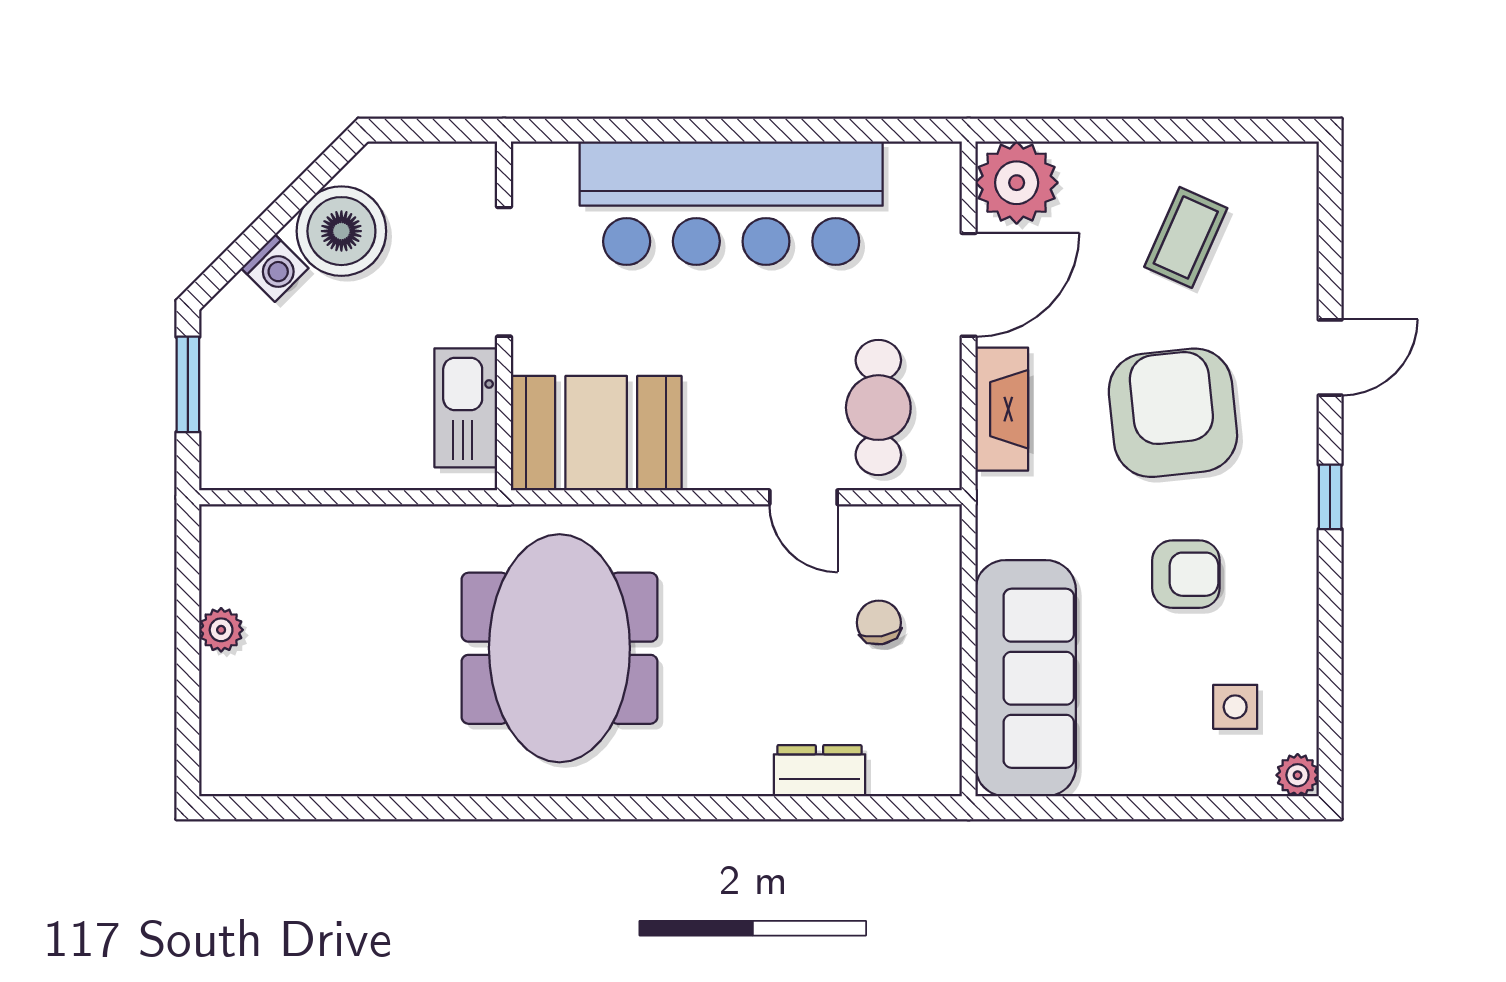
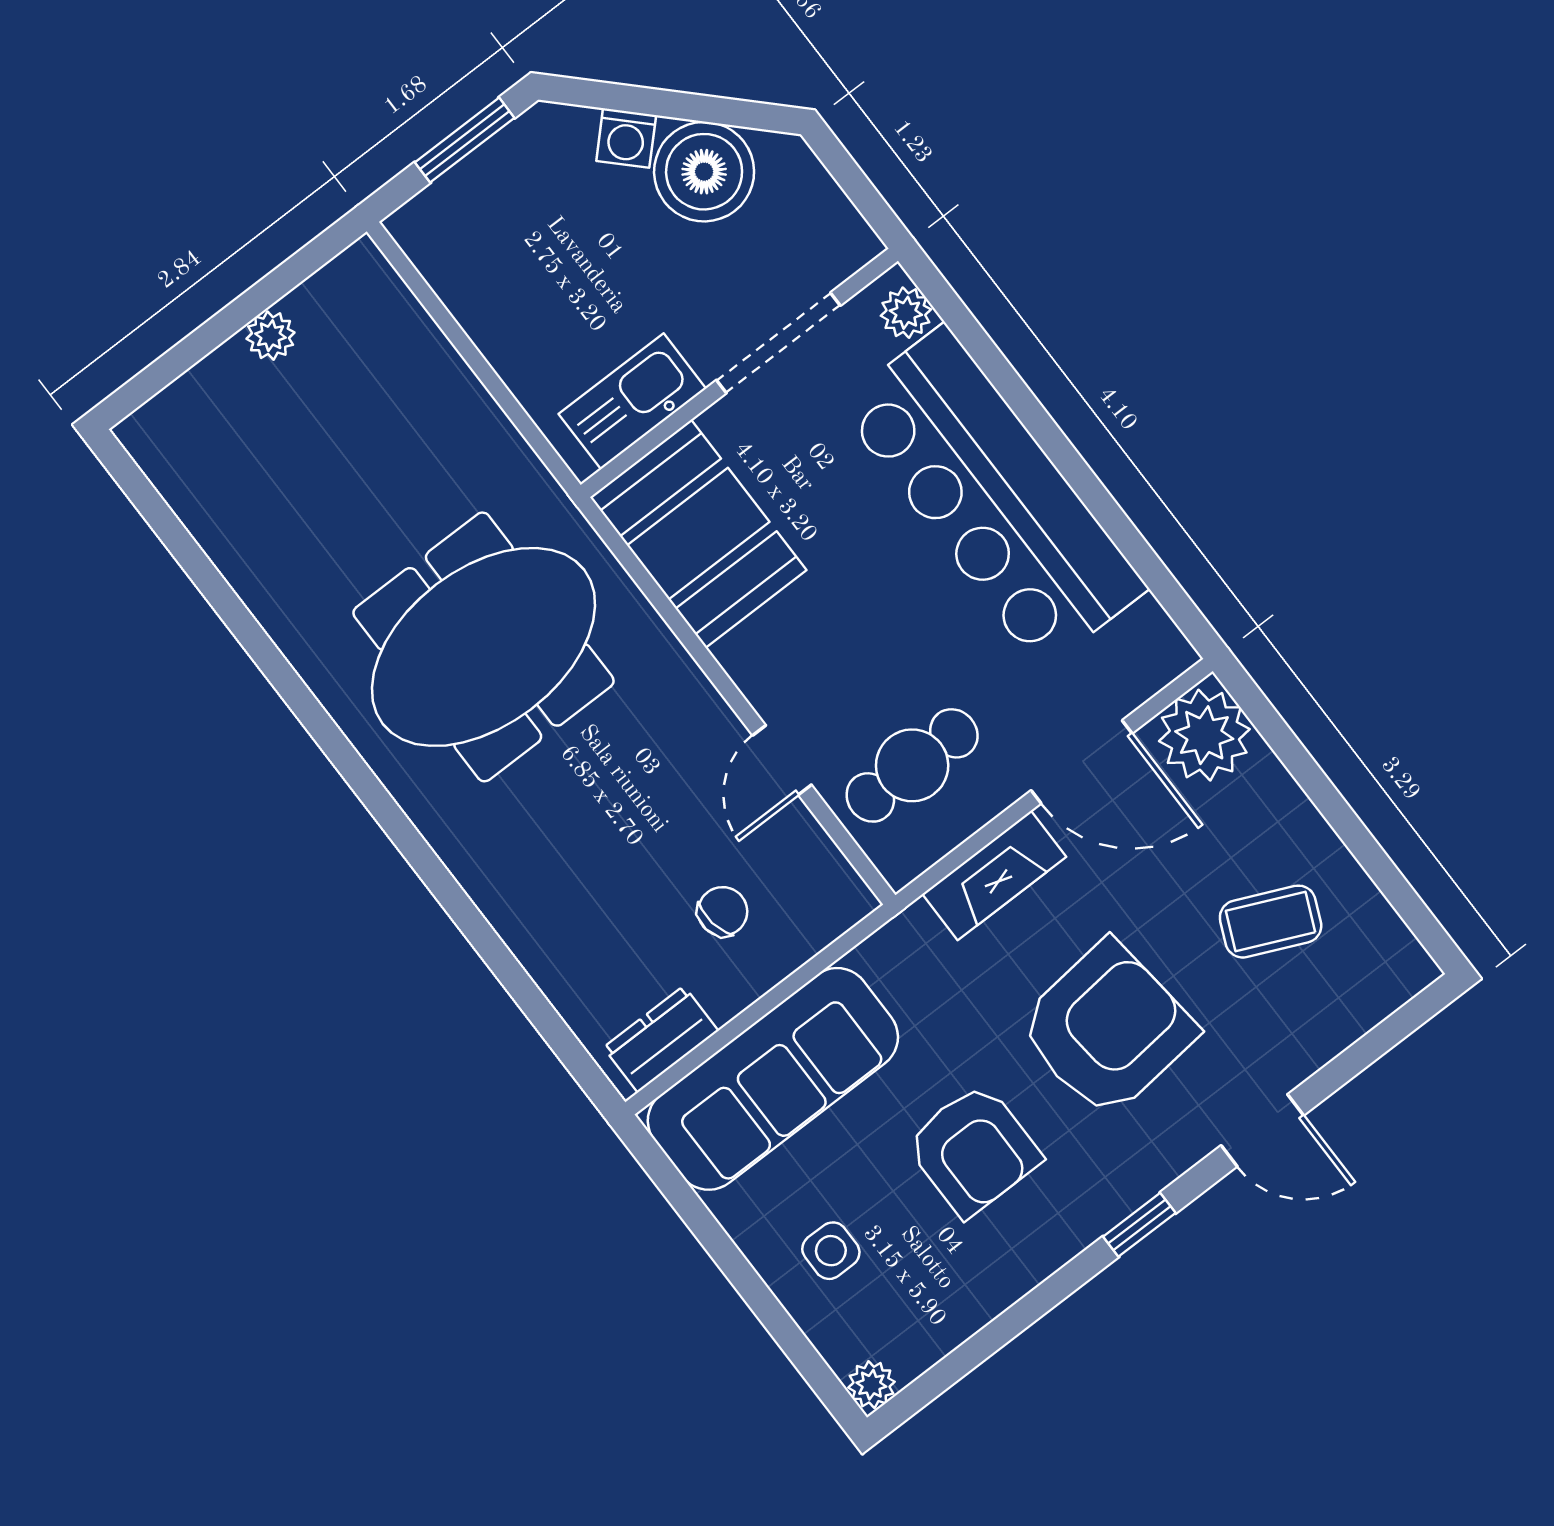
plant: (552, 164) -> (906, 313), added
armchair: (1186, 574) -> (973, 1150), width x1.38, depth x1.38
side table: (1235, 707) -> (831, 1251), moved
dresser: (819, 771) -> (661, 1039), moved, turned -90

